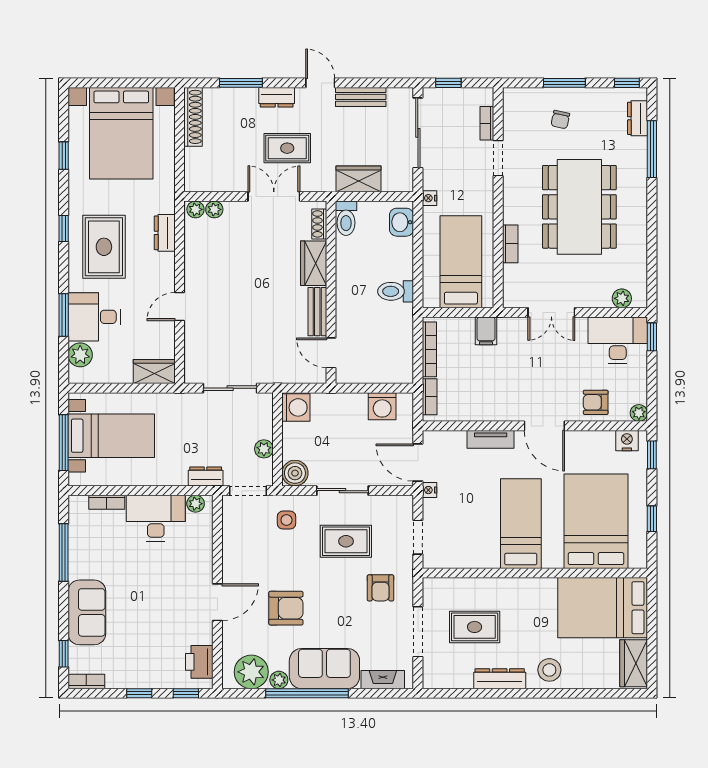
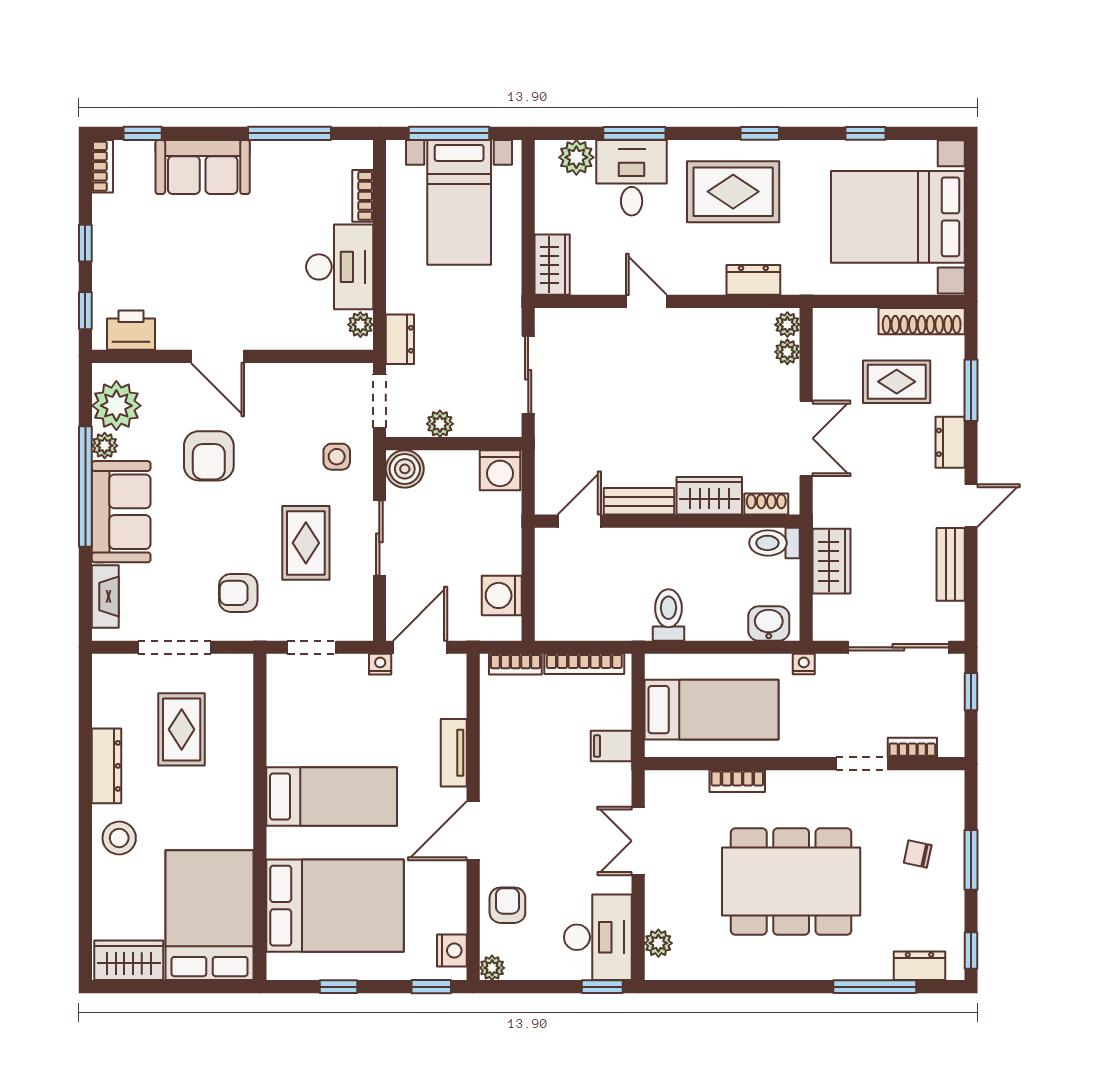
rug: (287, 148) -> (897, 382), moved, turned 90

